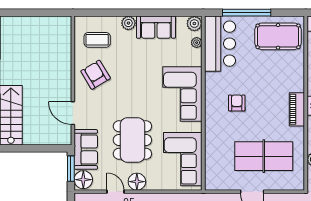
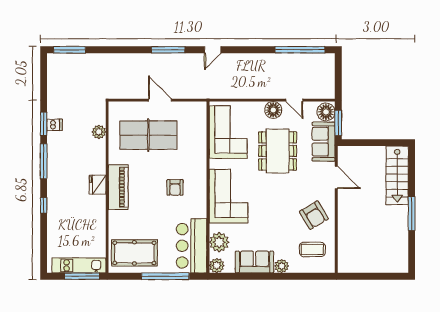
plant: (197, 43) -> (219, 242), width x1.88, depth x1.88
piano: (297, 109) -> (118, 187), width x1.37, depth x1.33

